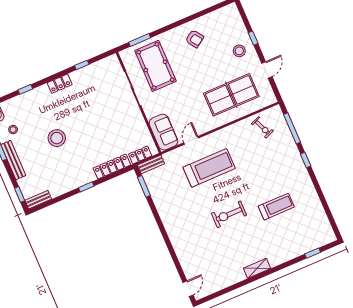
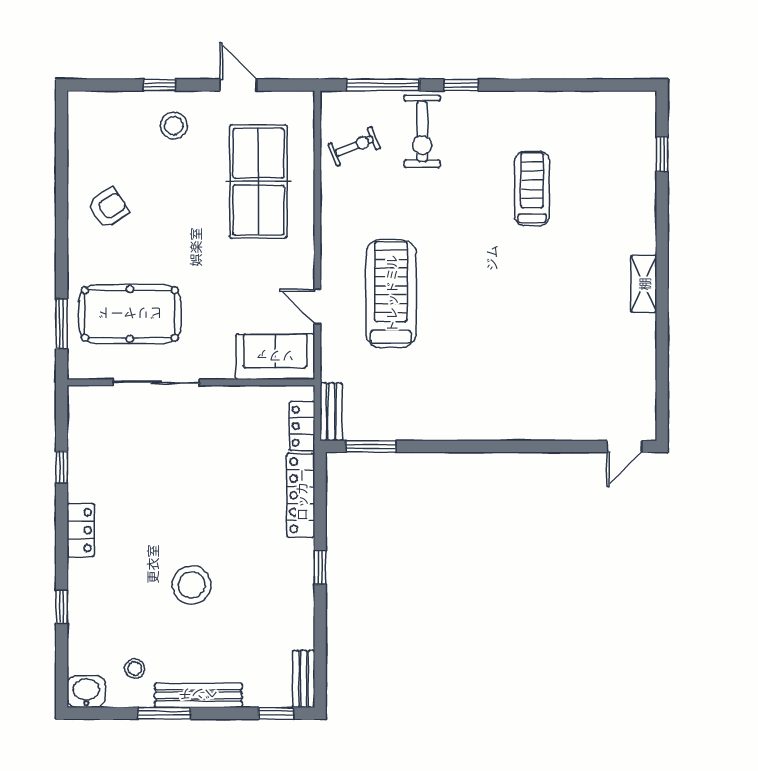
exercise bike: (229, 214) -> (422, 131), moved
door: (188, 289) -> (624, 446), swing flipped

